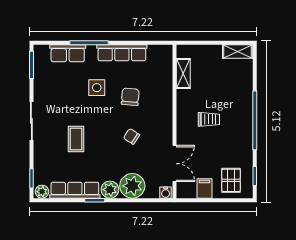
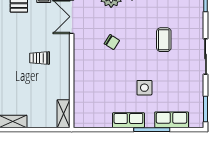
row of seats: (122, 53) -> (128, 120), width x0.68
shelving: (183, 74) -> (64, 114), moved
chair: (130, 97) -> (113, 79), removed

